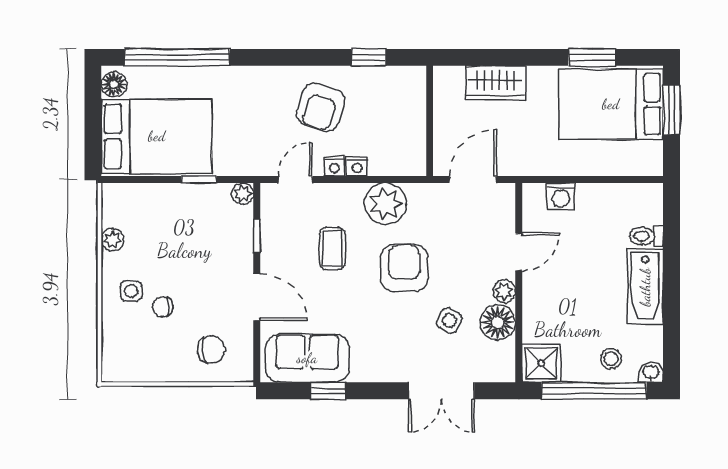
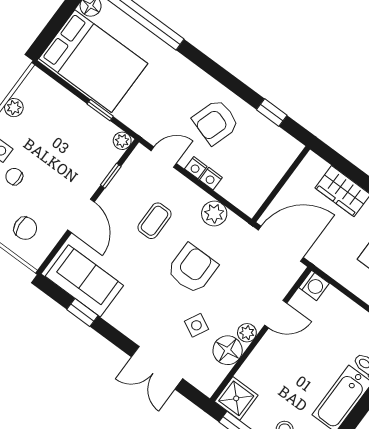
door: (473, 179) -> (281, 244), width x1.36
washing machine: (561, 196) -> (314, 285), moved, turned -90
plant: (386, 204) -> (214, 213), width x0.73, depth x0.73

